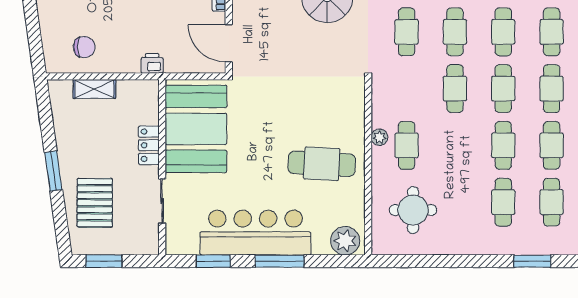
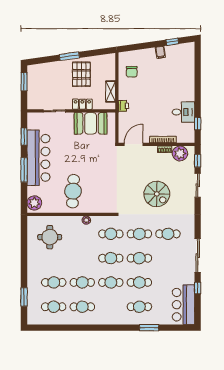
shelving: (94, 89) -> (111, 91), moved
cafe table: (552, 89) -> (111, 307), removed
booth: (196, 129) -> (91, 123), width x0.73, depth x0.70
cafe table: (407, 145) -> (111, 234), moved
pallet: (95, 203) -> (81, 74), moved, turned 90

